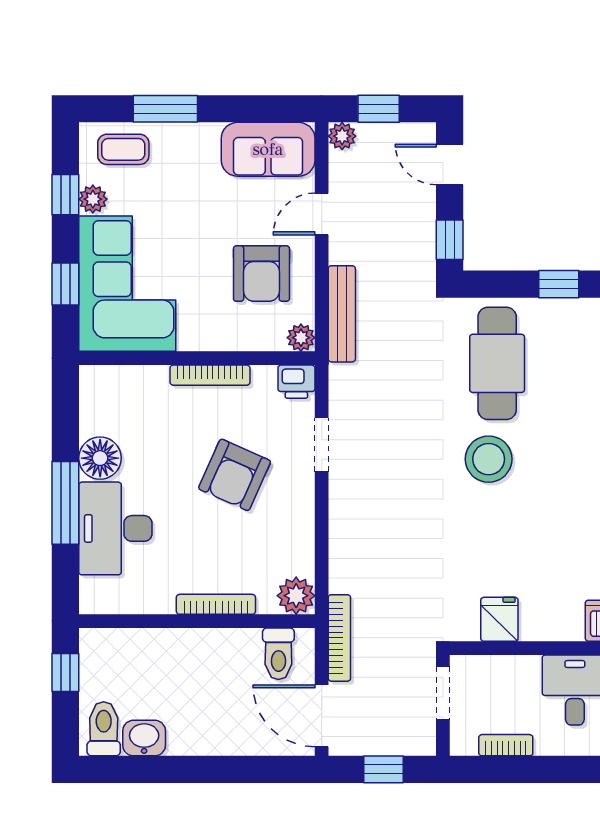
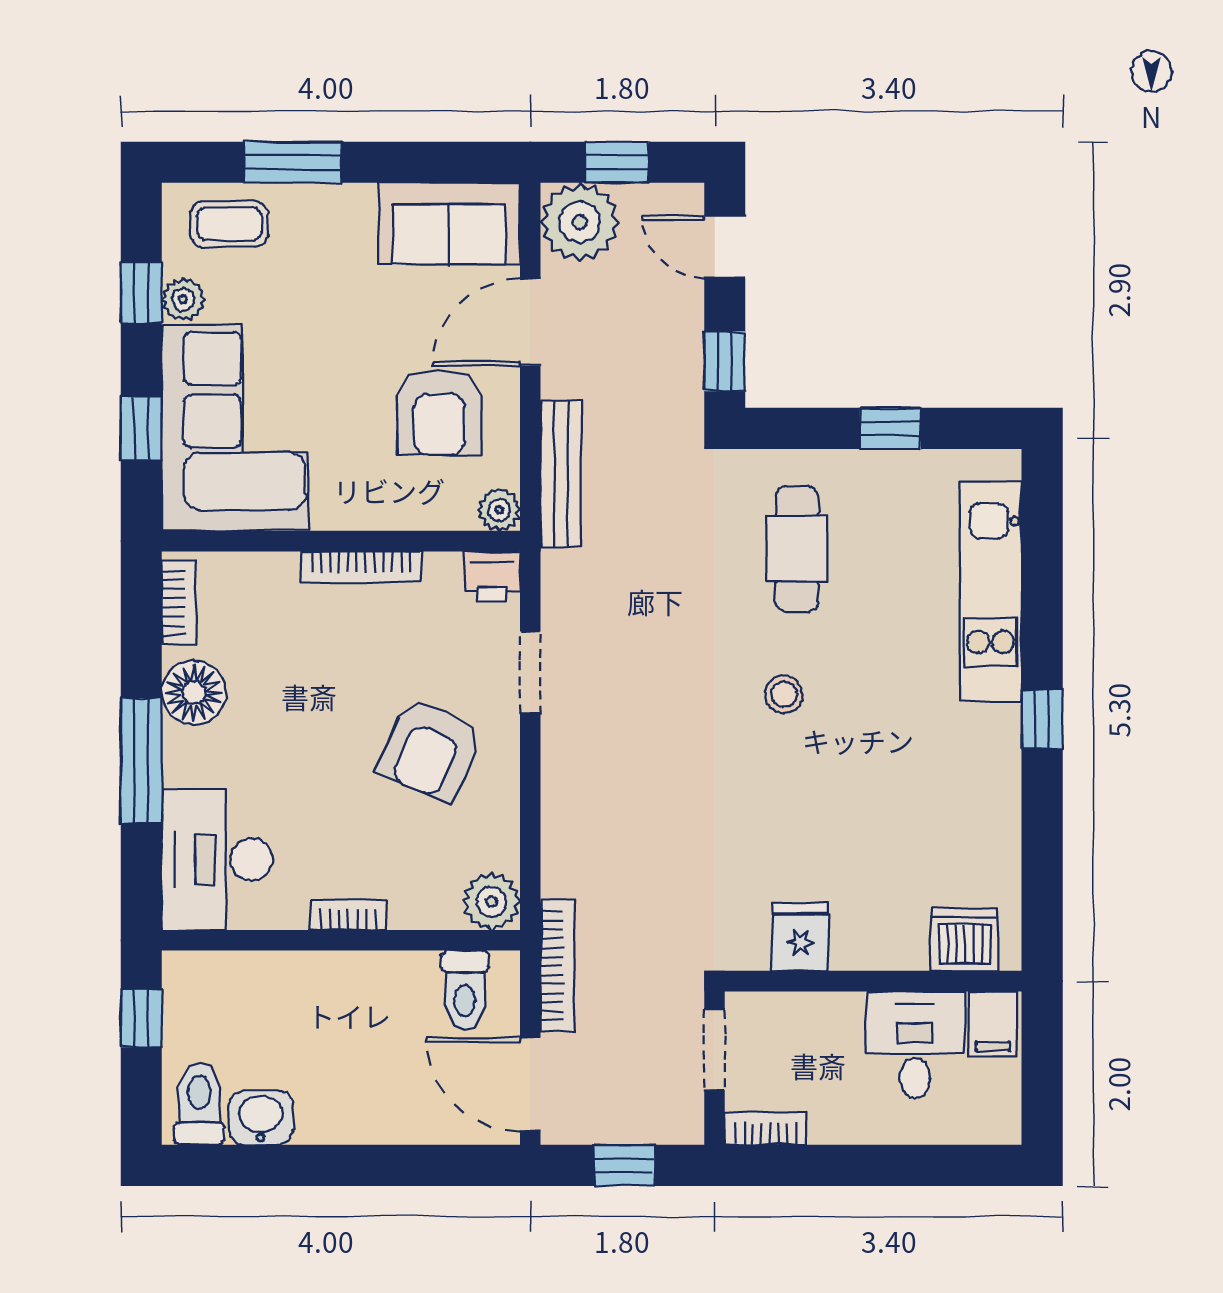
plant: (342, 136) -> (580, 222), width x1.87, depth x1.87
door: (322, 214) -> (530, 322), width x1.38
cafe table: (497, 363) -> (797, 549), width x0.73, depth x0.74
bookcase: (90, 399) -> (179, 603), added
stool: (489, 459) -> (784, 694), width x0.53, depth x0.53
armchair: (235, 475) -> (430, 750), moved
desk: (115, 528) -> (217, 859), moved
bookcase: (216, 604) -> (348, 915), width x0.64
bookcase: (506, 745) -> (766, 1129), moved

